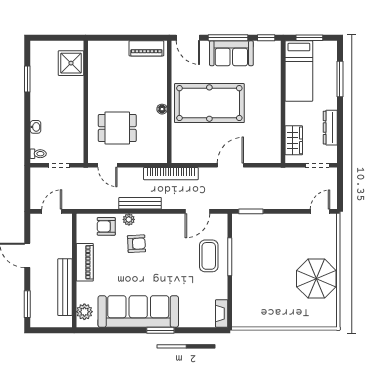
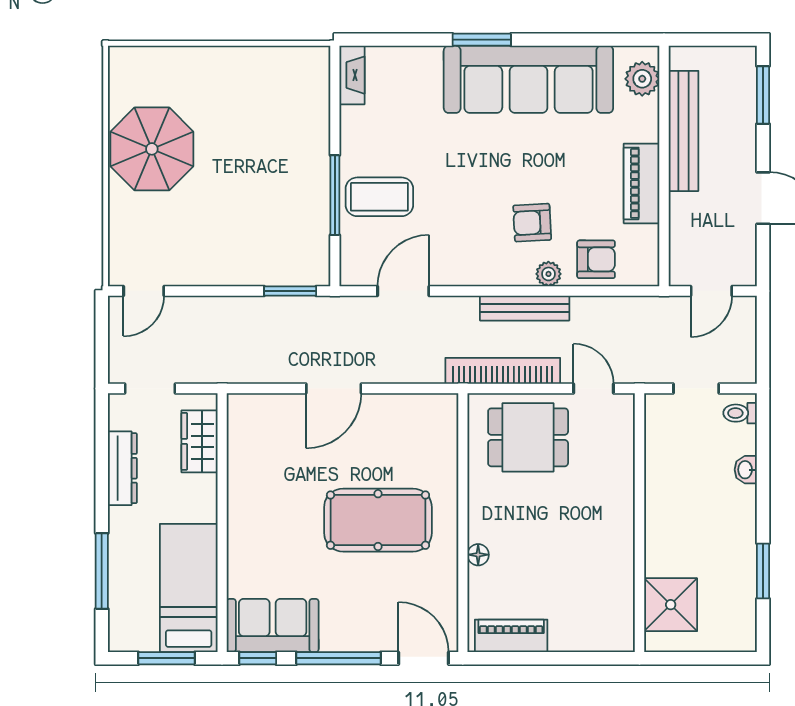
sofa: (231, 53) -> (273, 625), moved
pool table: (209, 103) -> (378, 520), width x0.73, depth x0.76
floor lamp: (162, 109) -> (478, 555), moved
dining table: (117, 128) -> (528, 437), moved
bookcase: (171, 174) -> (503, 371), moved
coffee table: (209, 256) -> (379, 197), turned 90

